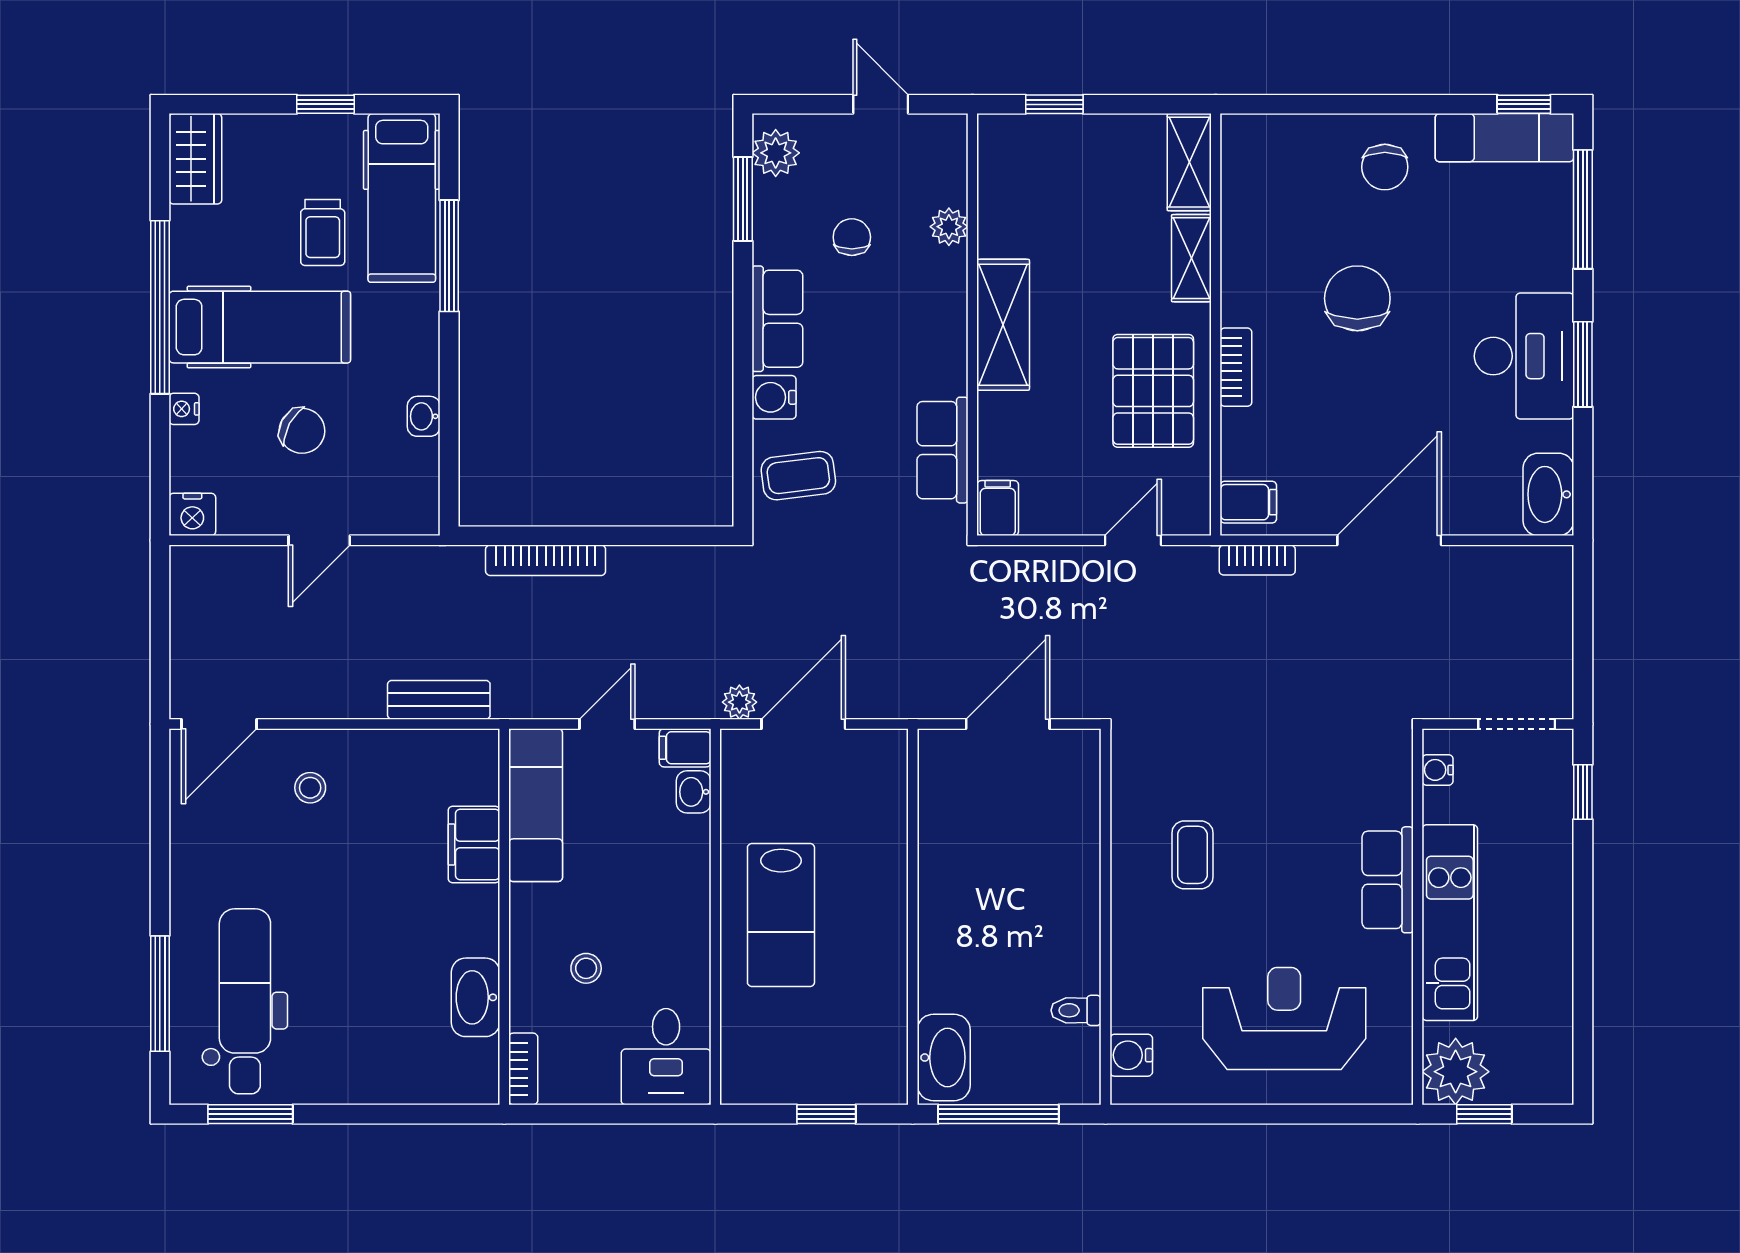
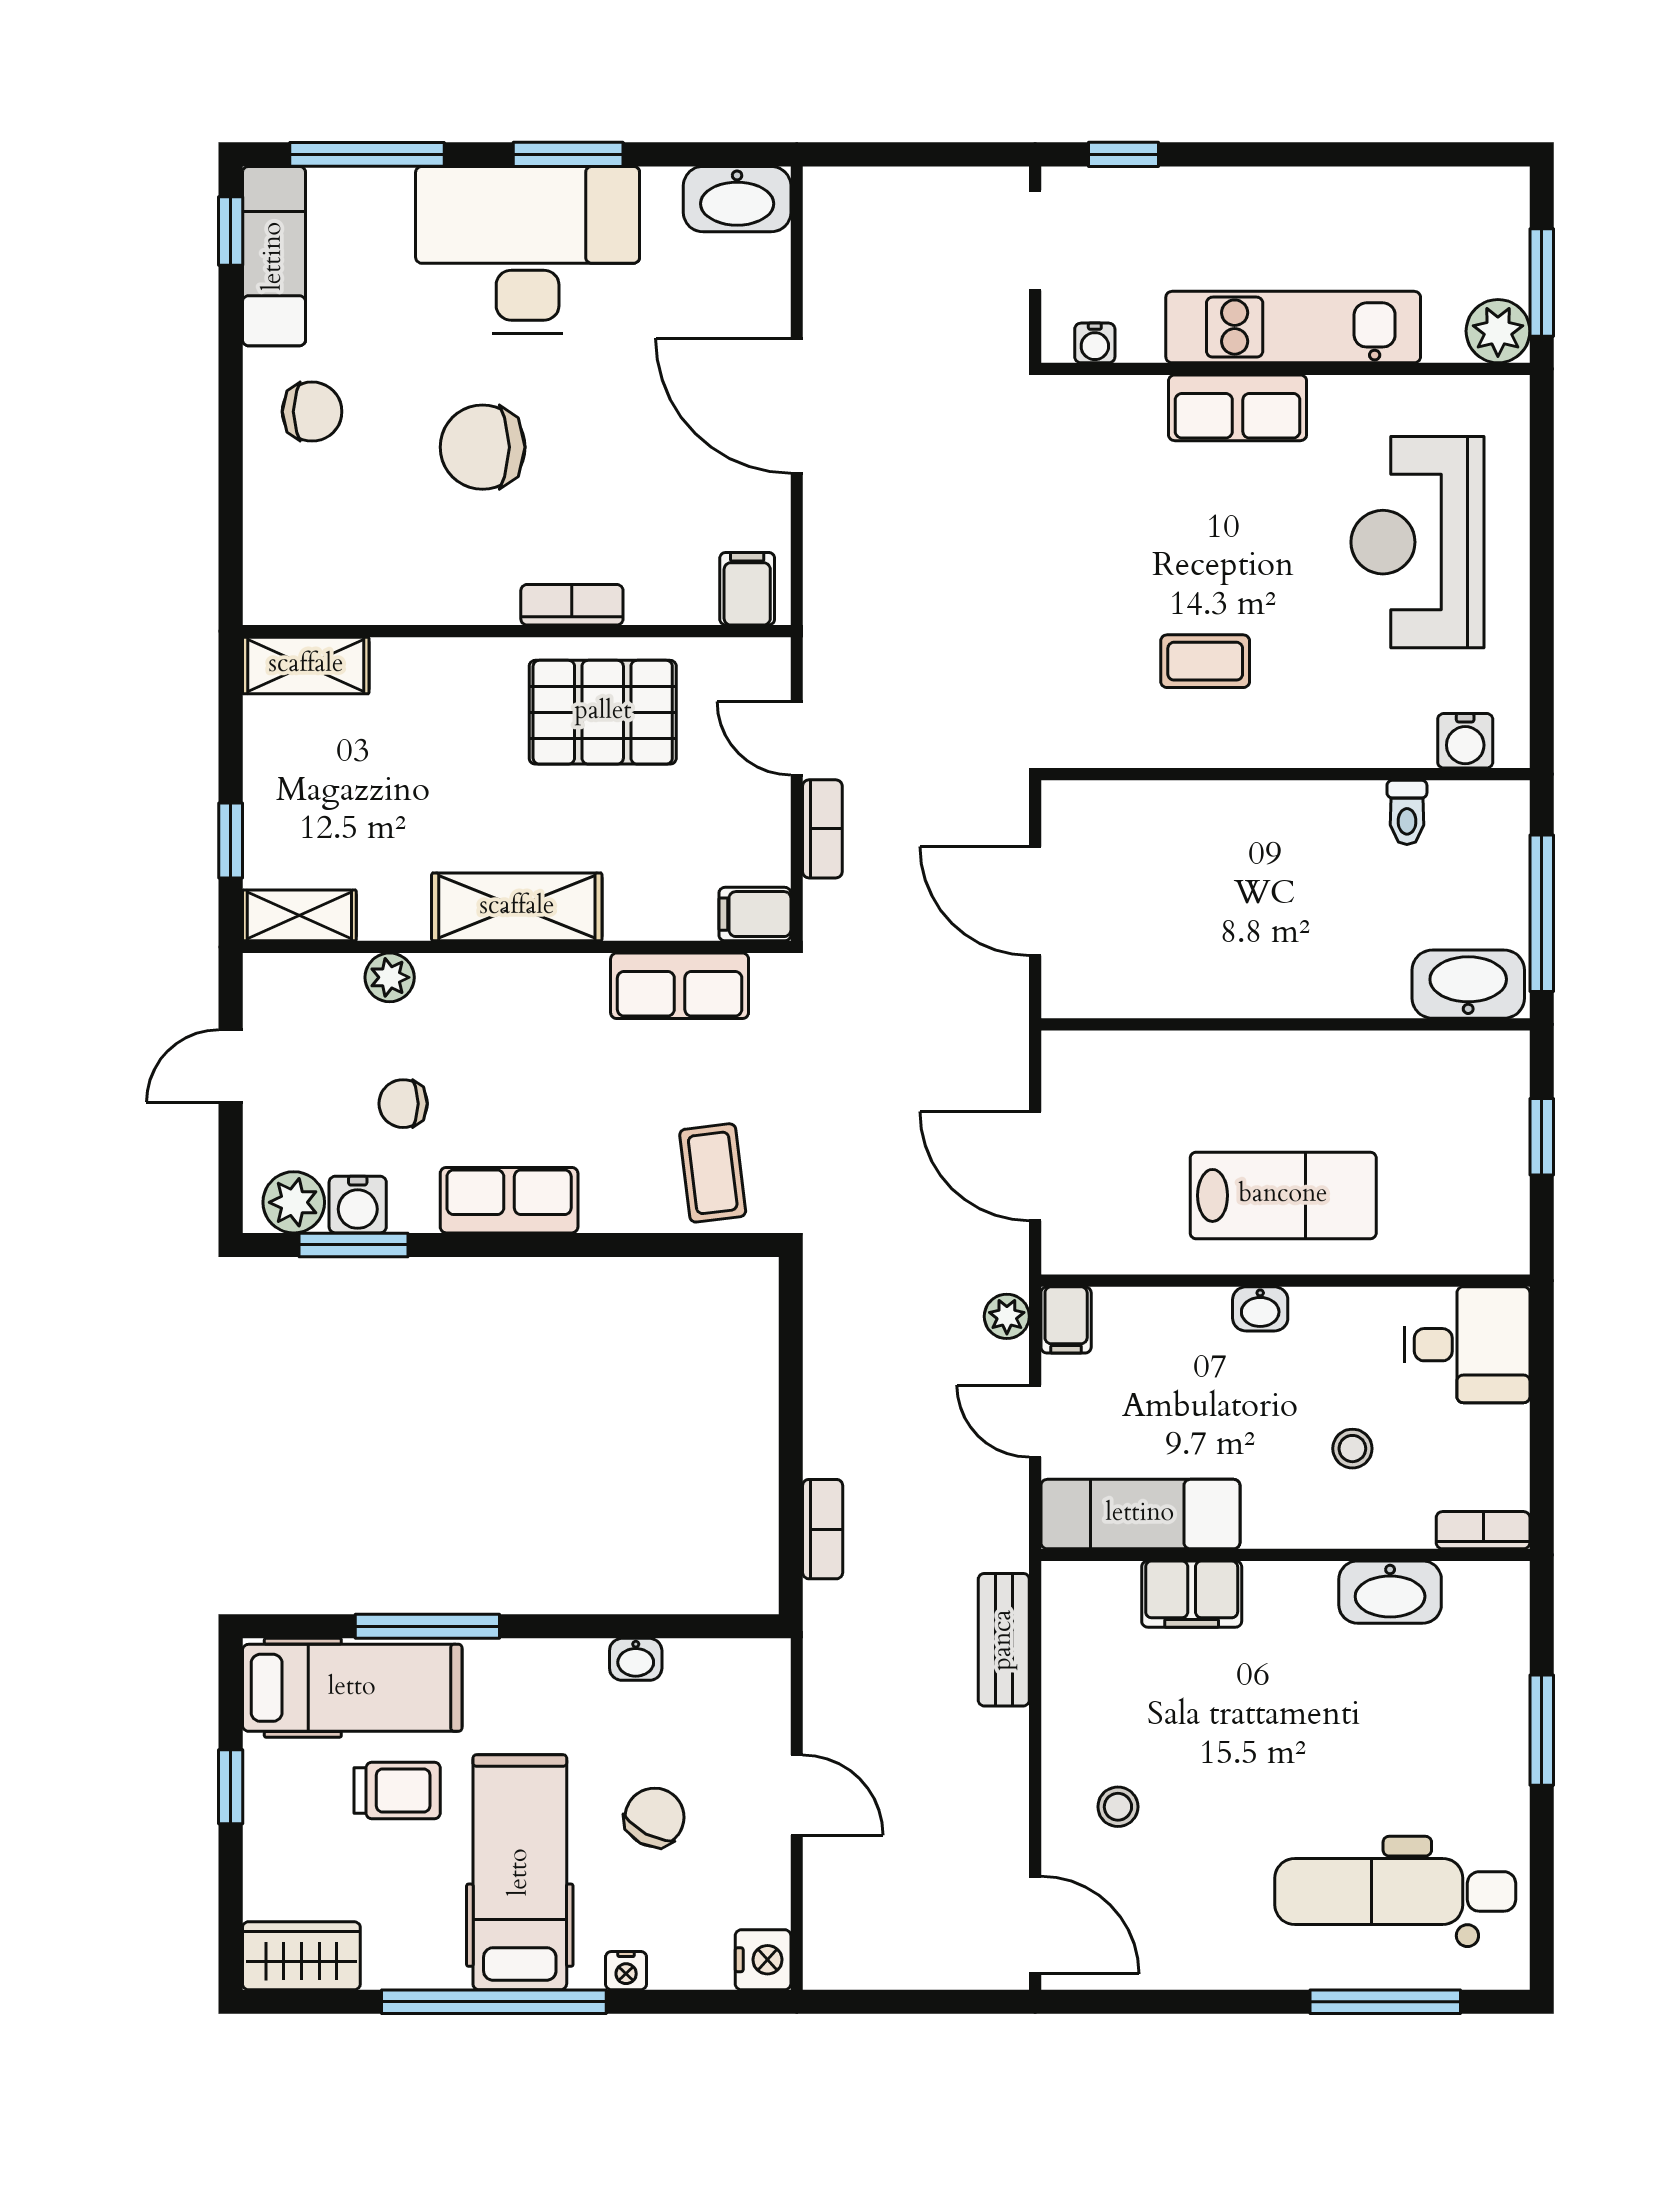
shelving: (1191, 258) -> (299, 915), moved
desk: (1524, 356) -> (528, 250), width x1.36, depth x1.30
water cooler: (774, 397) -> (358, 1205), moved
bookcase: (546, 560) -> (823, 1529), width x0.64
bookcase: (1257, 560) -> (822, 829), moved
plant: (739, 702) -> (1007, 1316), moved
washbasin: (694, 792) -> (1260, 1309), moved
plant: (1456, 1072) -> (1498, 331), width x0.73, depth x0.73
window: (250, 1114) -> (1542, 1730), moved
window: (1484, 1114) -> (1542, 283), width x1.50

